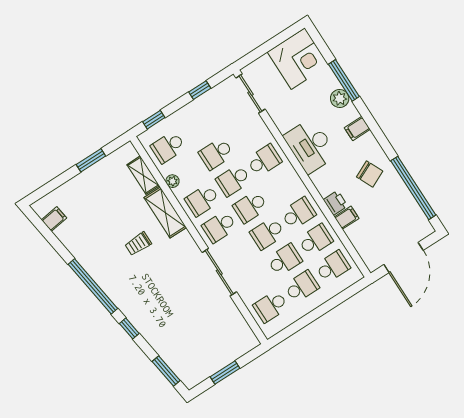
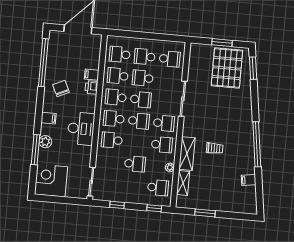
school desk: (233, 180) -> (114, 119), moved, turned 180
filing cabinet: (54, 219) -> (249, 180), moved
window: (129, 328) -> (255, 106), removed
pallet: (196, 348) -> (227, 68), added

